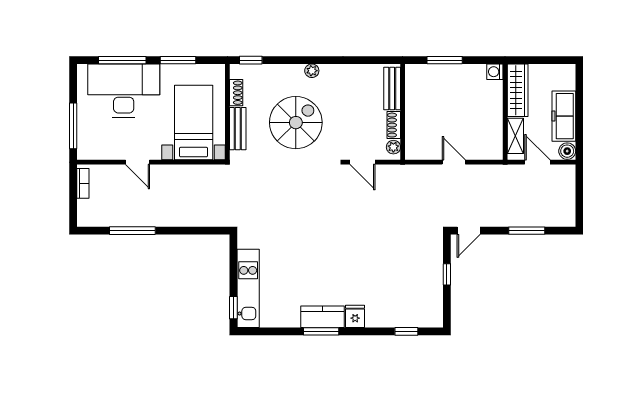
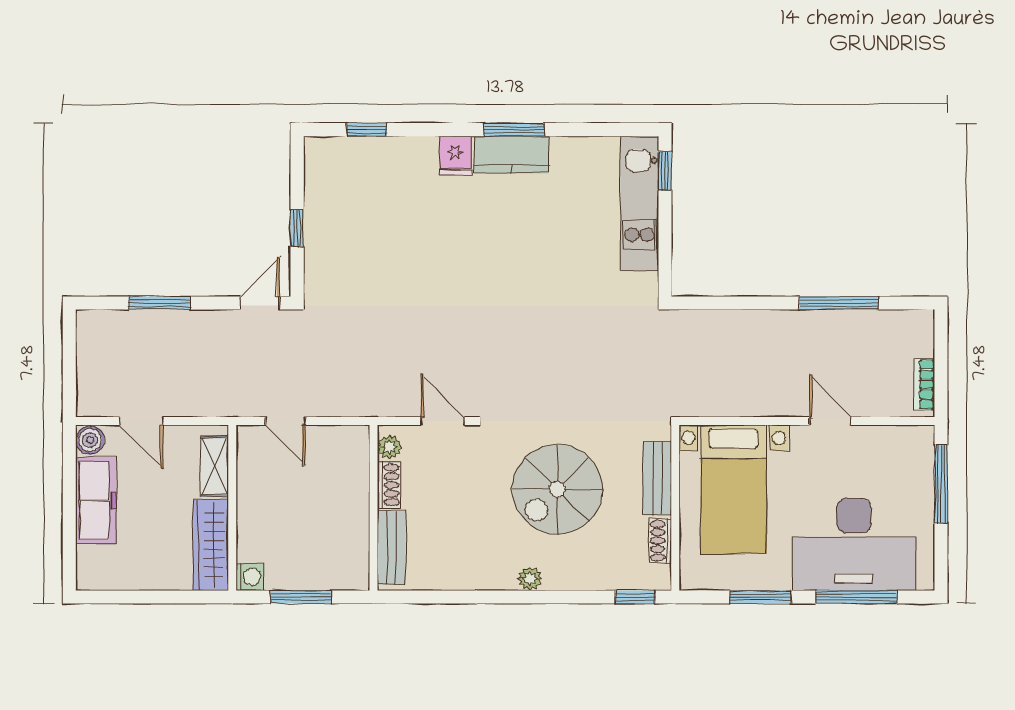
washing machine: (495, 72) -> (250, 577), moved
wardrobe: (518, 90) -> (211, 545), moved
wall: (505, 112) -> (232, 508), moved
shelving: (515, 136) -> (215, 466), moved

